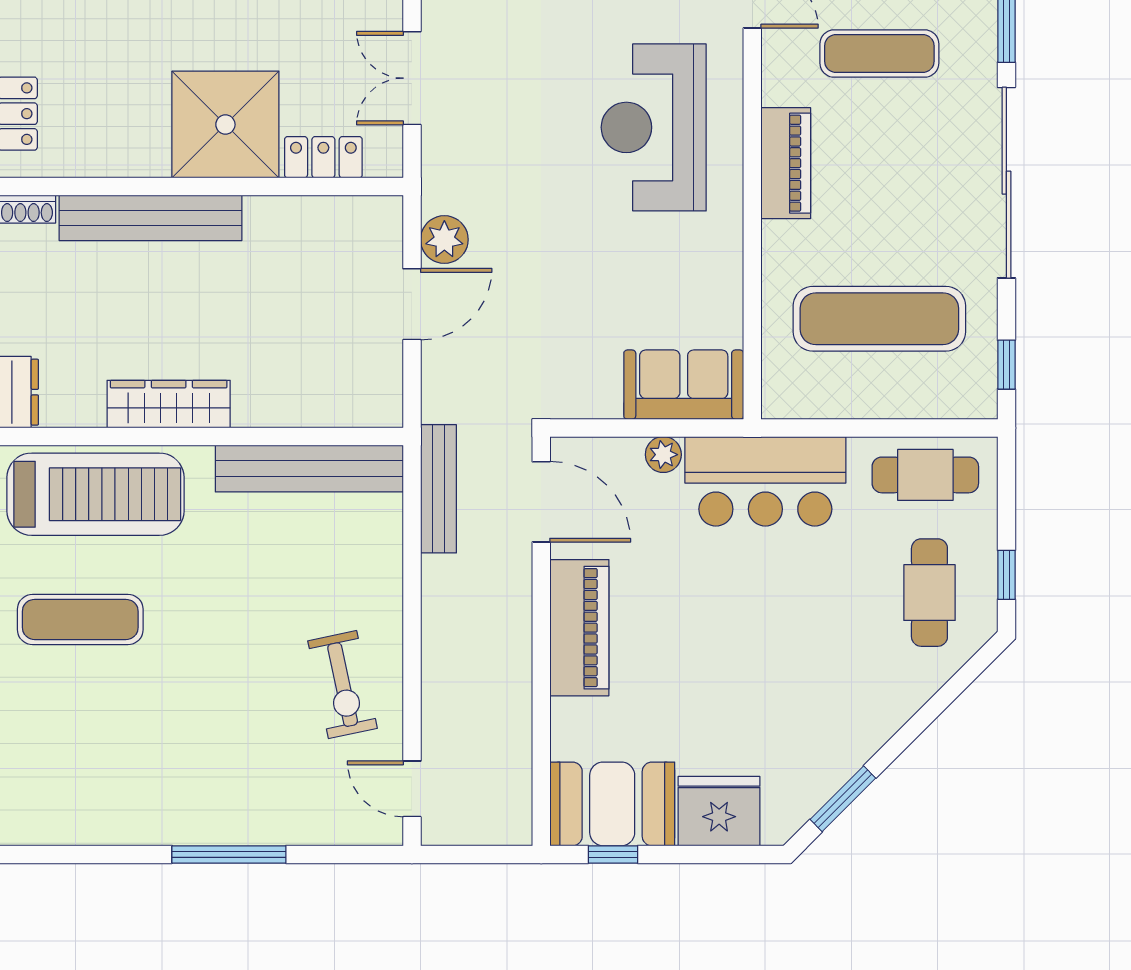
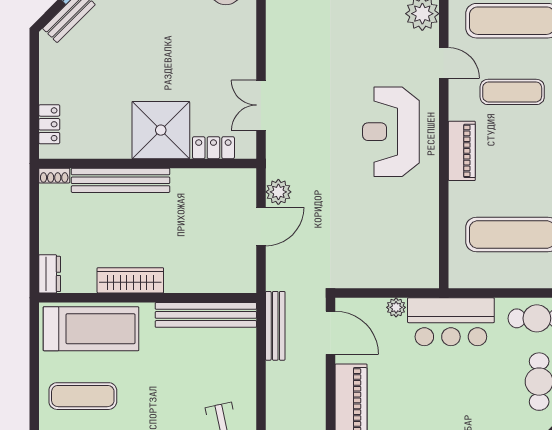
sofa: (684, 385) -> (407, 270), removed

